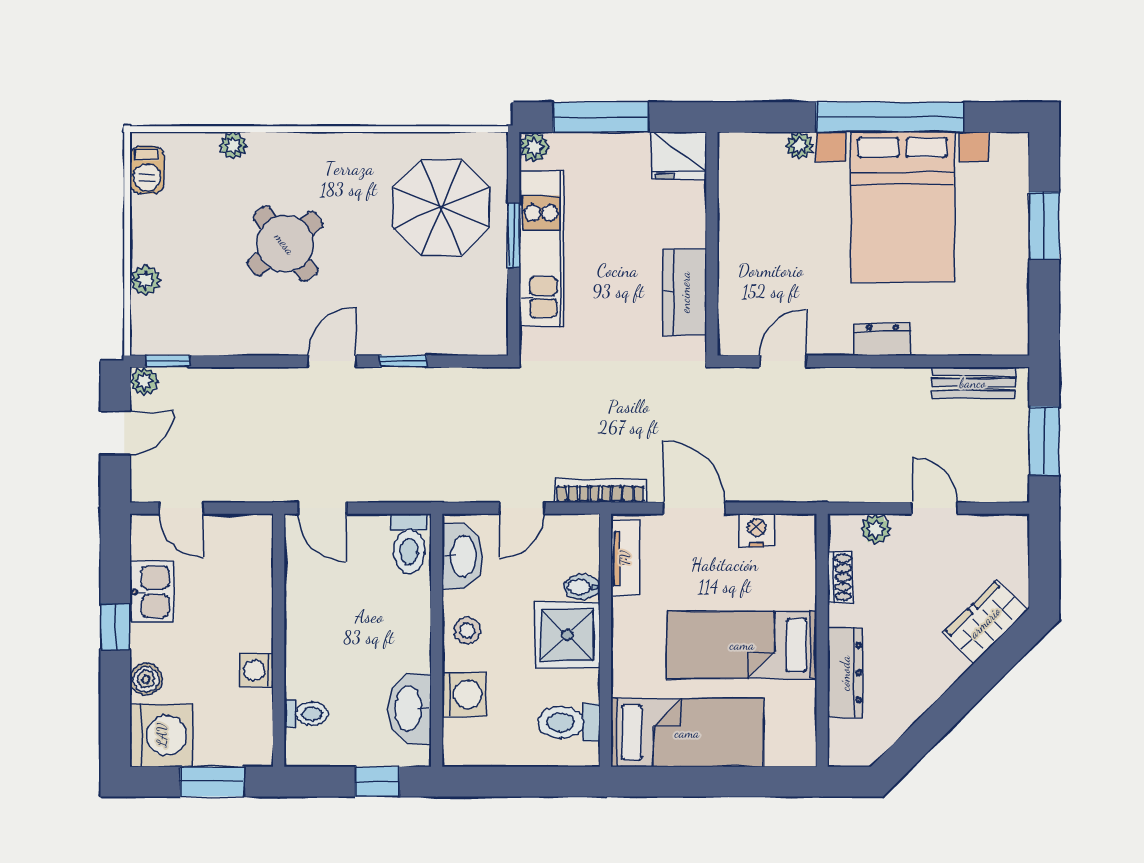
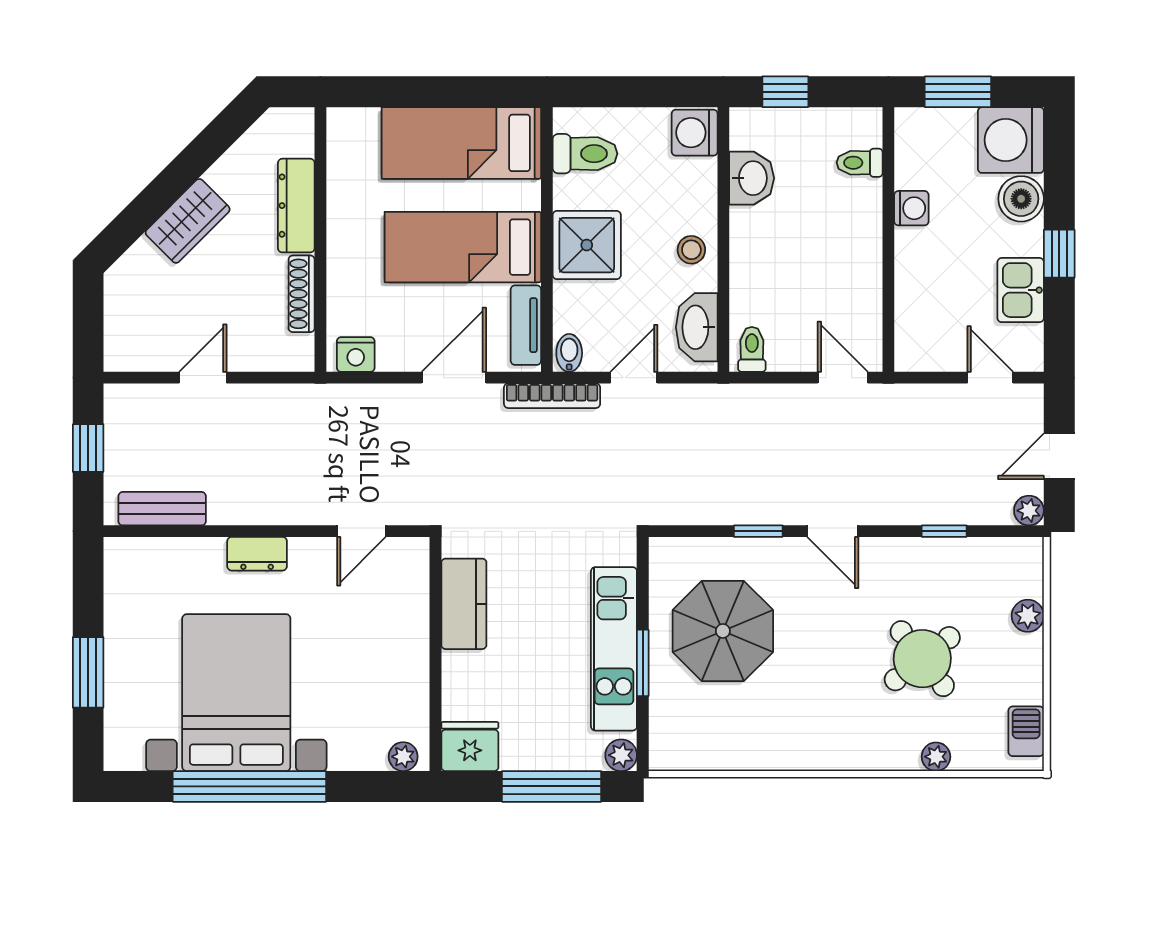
plant: (799, 146) -> (403, 757), moved
parasol: (441, 207) -> (723, 631), moved
round table: (285, 244) -> (922, 659), moved
window: (168, 361) -> (944, 531), moved
door: (332, 361) -> (833, 531), hinge flipped
window: (1044, 441) -> (88, 448), width x0.67
door: (694, 508) -> (454, 378), swing flipped
door: (934, 508) -> (203, 378), swing flipped
plant: (876, 529) -> (264, 356), removed
nightstand: (757, 530) -> (356, 354), moved
toilet: (409, 543) -> (752, 349), width x0.73, depth x0.72
shoe rack: (840, 577) -> (302, 294), width x1.43
bidet: (582, 587) -> (569, 353), moved, turned -90
wardrobe: (985, 622) -> (188, 221), moved
bed: (742, 645) -> (463, 247), moved, turned 180
boiler: (146, 679) -> (1021, 199), width x1.36, depth x1.36
washing machine: (464, 694) -> (695, 133), moved
washbasin: (410, 709) -> (752, 178), width x0.72

